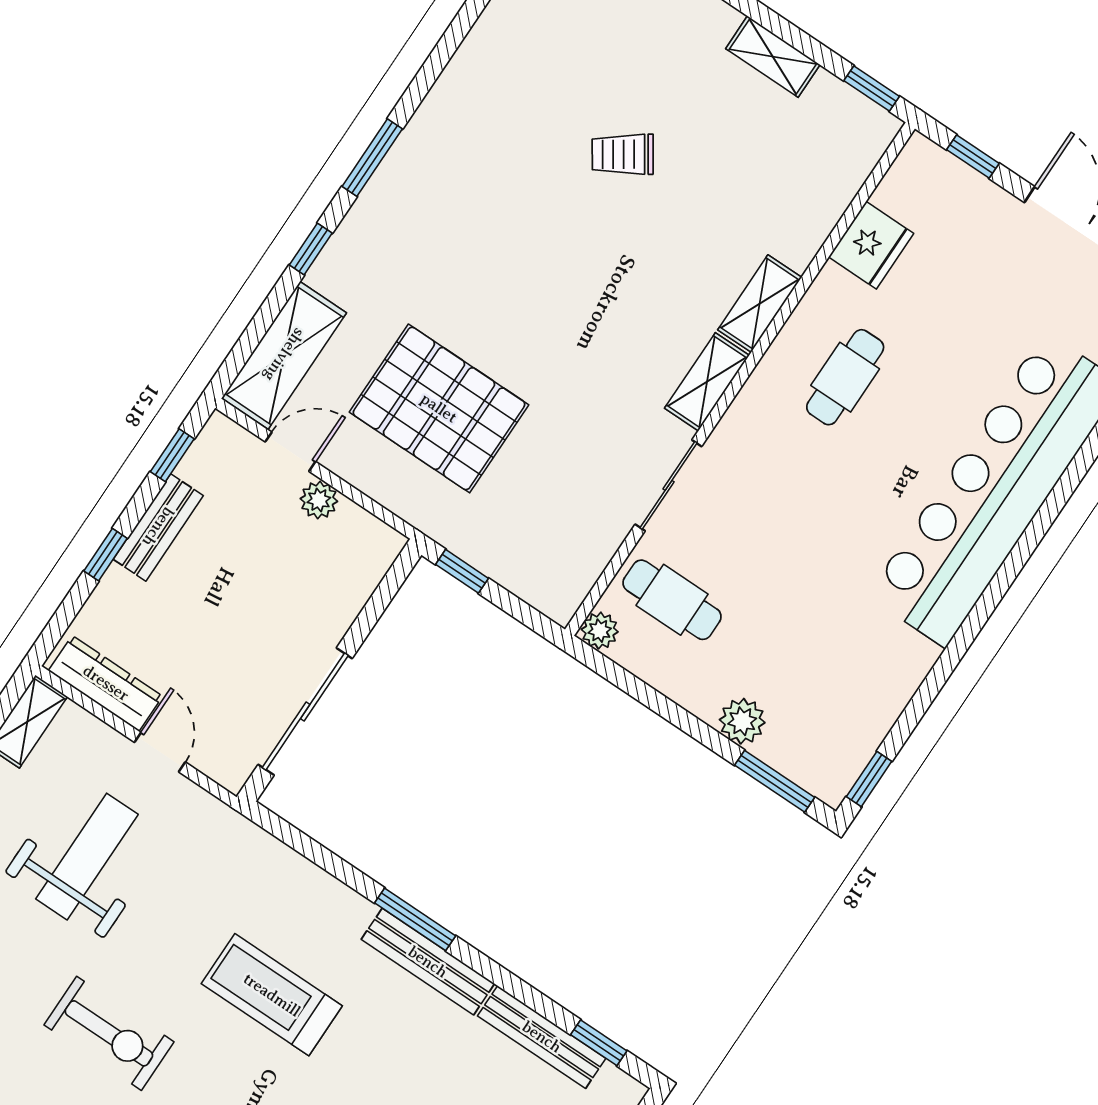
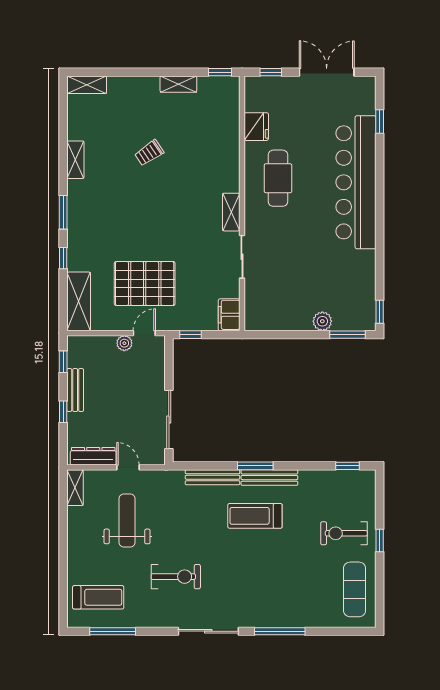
shelving: (760, 304) -> (75, 160), moved
cafe table: (845, 377) -> (278, 178), width x1.37, depth x1.35
door: (290, 452) -> (144, 333), moved
filing cabinet: (565, 584) -> (229, 315), added
cafe table: (672, 600) -> (270, 296), removed
plant: (600, 631) -> (252, 323), removed
treadmill: (272, 995) -> (255, 516), moved
bench: (542, 1037) -> (213, 477), moved

